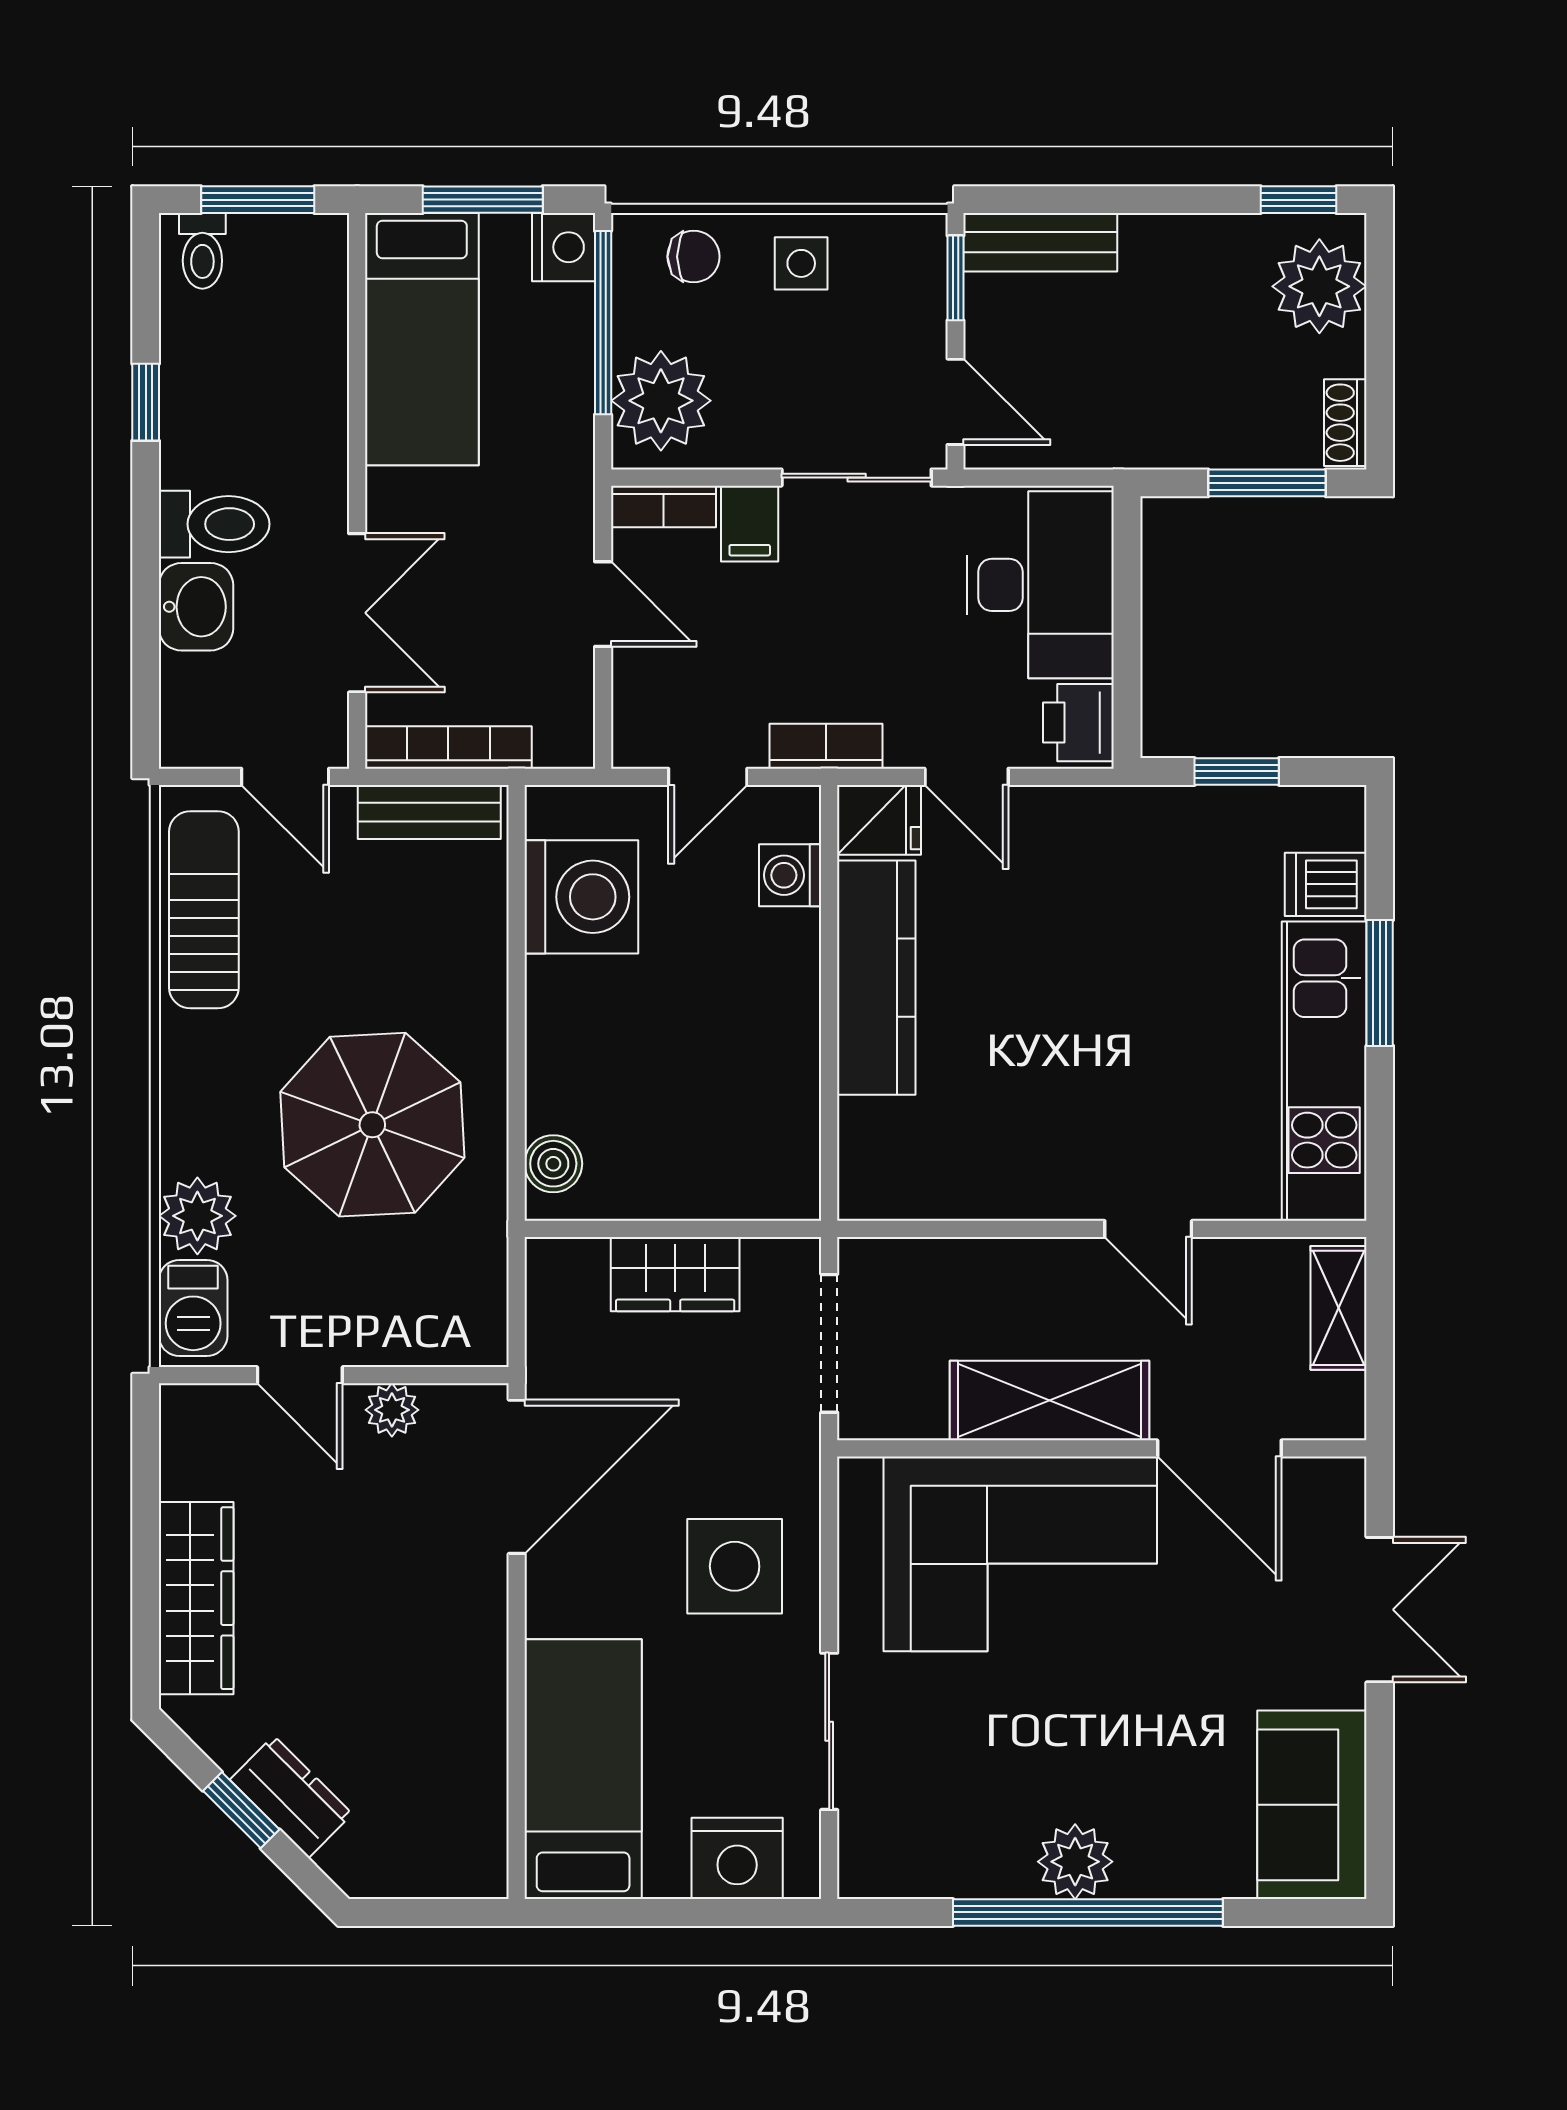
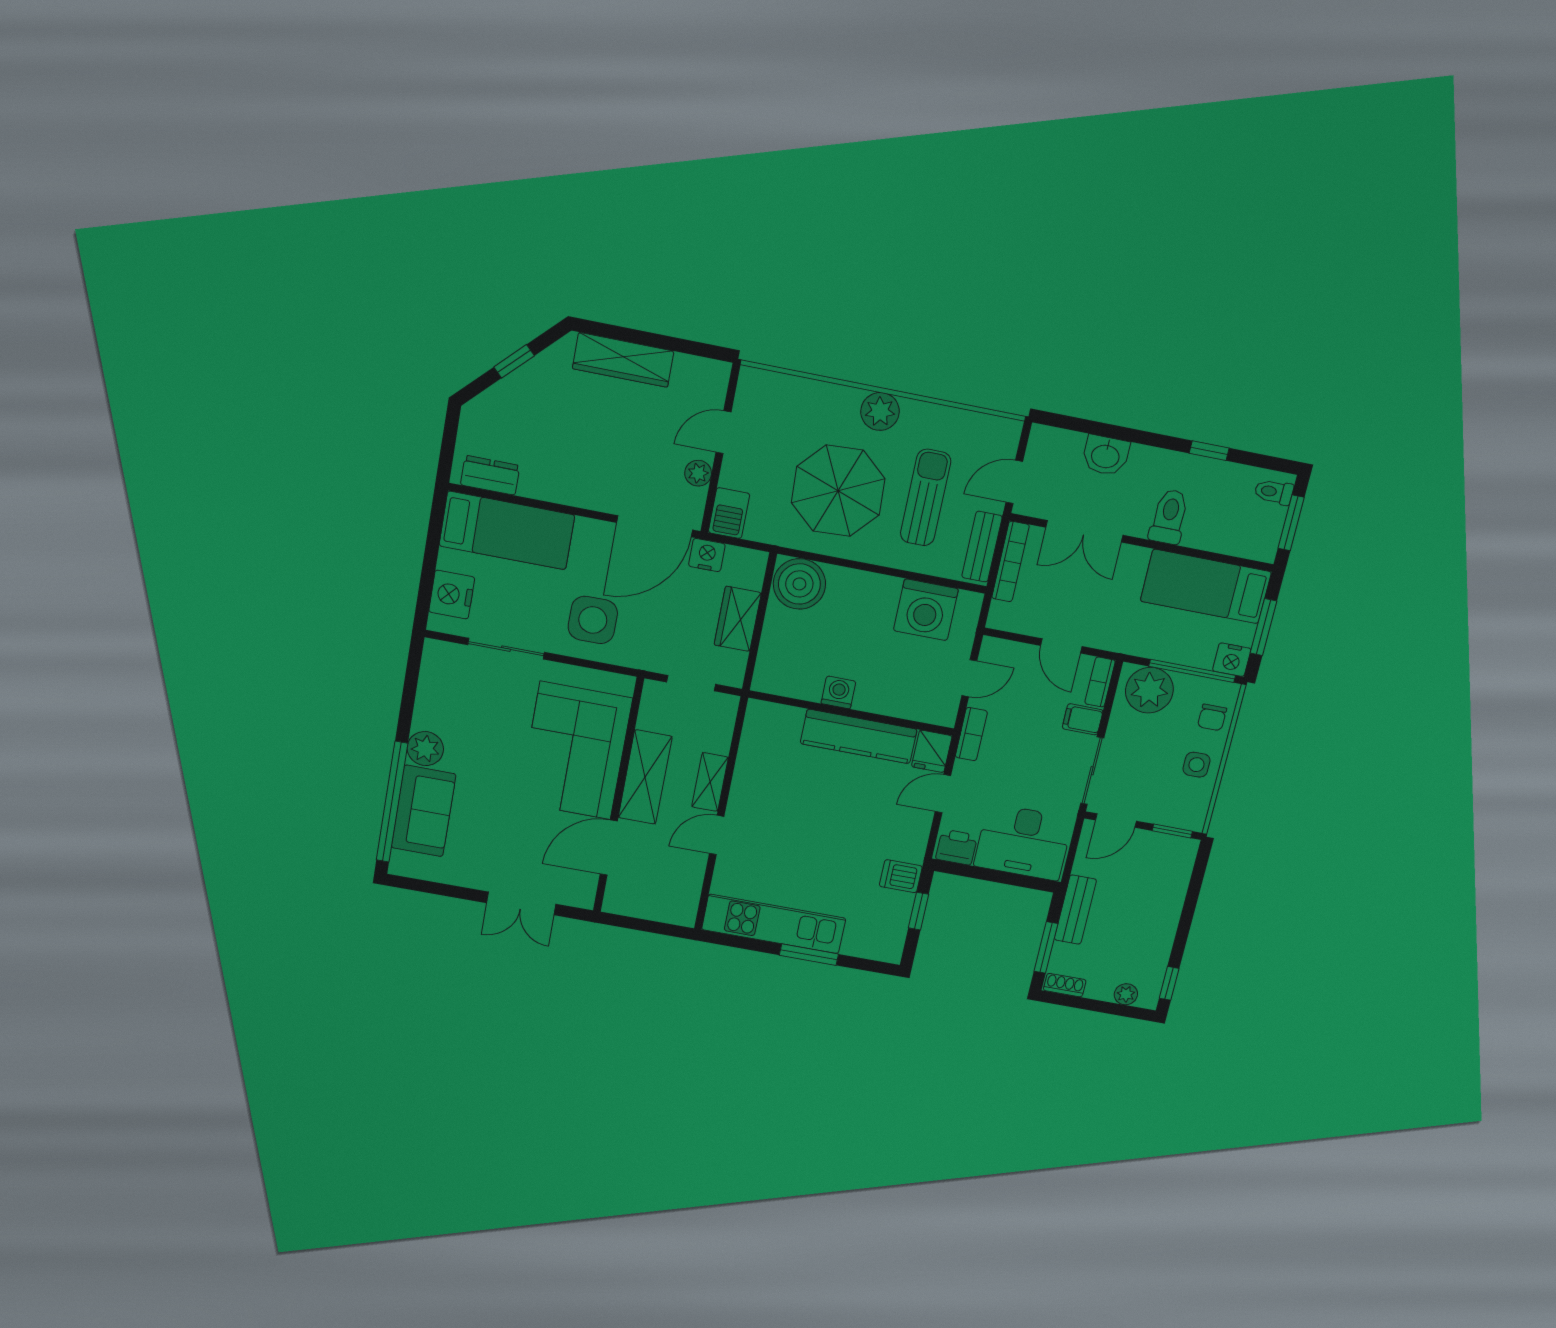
bench: (1040, 242) -> (1075, 910), moved
plant: (1319, 286) -> (1126, 994), width x0.53, depth x0.53
toilet: (214, 524) -> (1169, 517), moved, turned 180
door: (603, 604) -> (1061, 646), hinge flipped
door: (708, 777) -> (969, 678), swing flipped
washing machine: (790, 875) -> (838, 692), moved
dishwasher: (1326, 884) -> (901, 876), moved, turned -90
sun lounger: (204, 910) -> (926, 498), moved, turned -90
boiler: (553, 1164) -> (799, 584), width x1.86, depth x1.86
plant: (197, 1216) -> (880, 411), moved
barbecue: (193, 1308) -> (729, 513), moved, turned -90
shelving: (1339, 1308) -> (710, 782), moved, turned 90
doorway: (829, 1343) -> (691, 683), width x0.73
nightstand: (555, 1361) -> (707, 555), added
door: (517, 1477) -> (655, 526), hinge flipped
dresser: (291, 1797) -> (490, 475), moved, turned -135
sofa: (1312, 1805) -> (424, 811), moved, turned 90
window: (1088, 1912) -> (392, 802), moved

